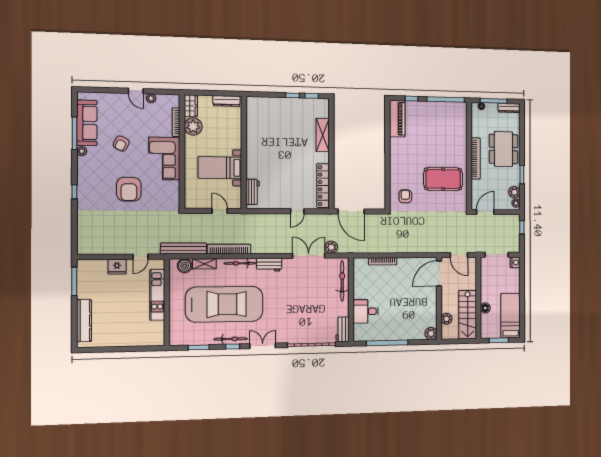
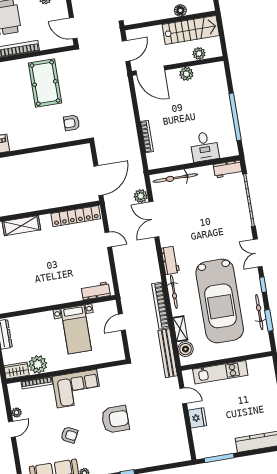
car: (224, 304) -> (220, 301), turned 180
plant: (431, 334) -> (186, 74), moved
bicycle: (231, 339) -> (259, 312), moved

